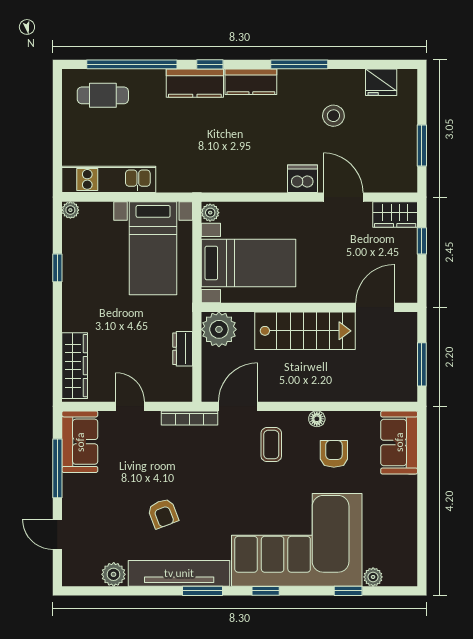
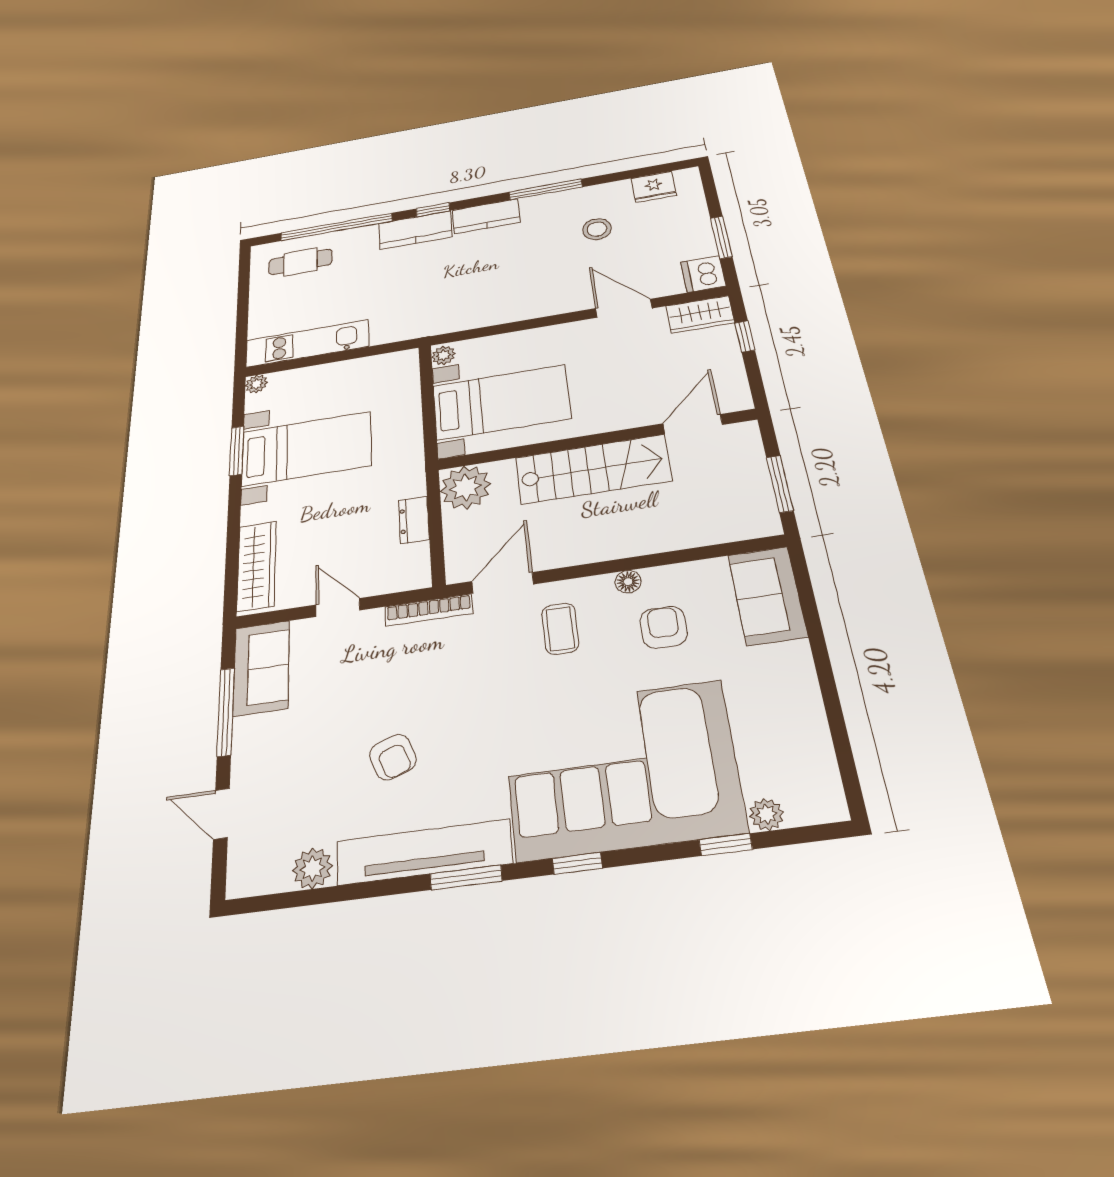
dishwasher: (303, 179) -> (703, 274), moved, turned -90
bed with nightstands: (153, 248) -> (306, 449), moved, turned -90
window: (57, 268) -> (237, 451), width x1.50

